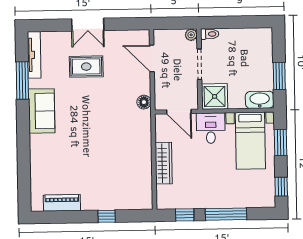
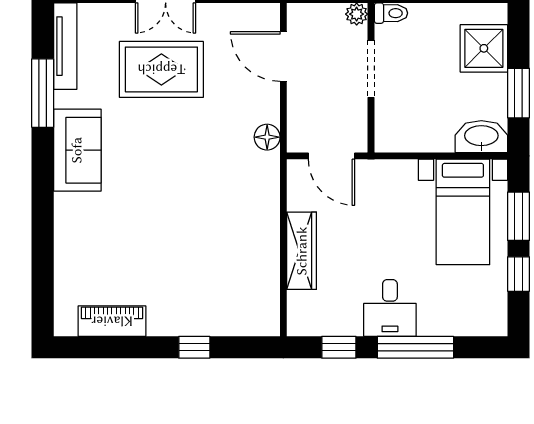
rug: (86, 67) -> (161, 69), width x1.36, depth x1.43
shower: (215, 96) -> (484, 48), moved
desk: (211, 128) -> (390, 308), moved, turned 180
window: (281, 187) -> (518, 274), moved

